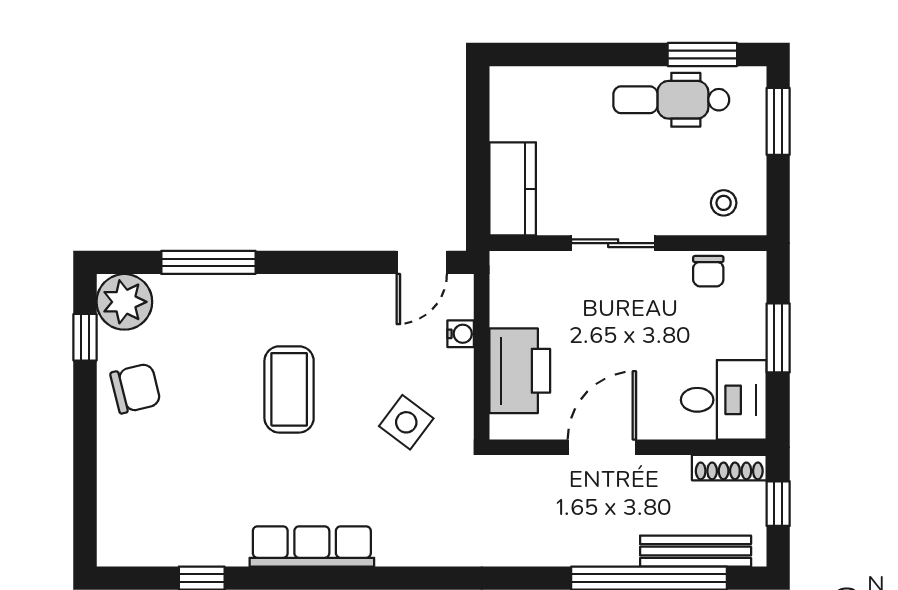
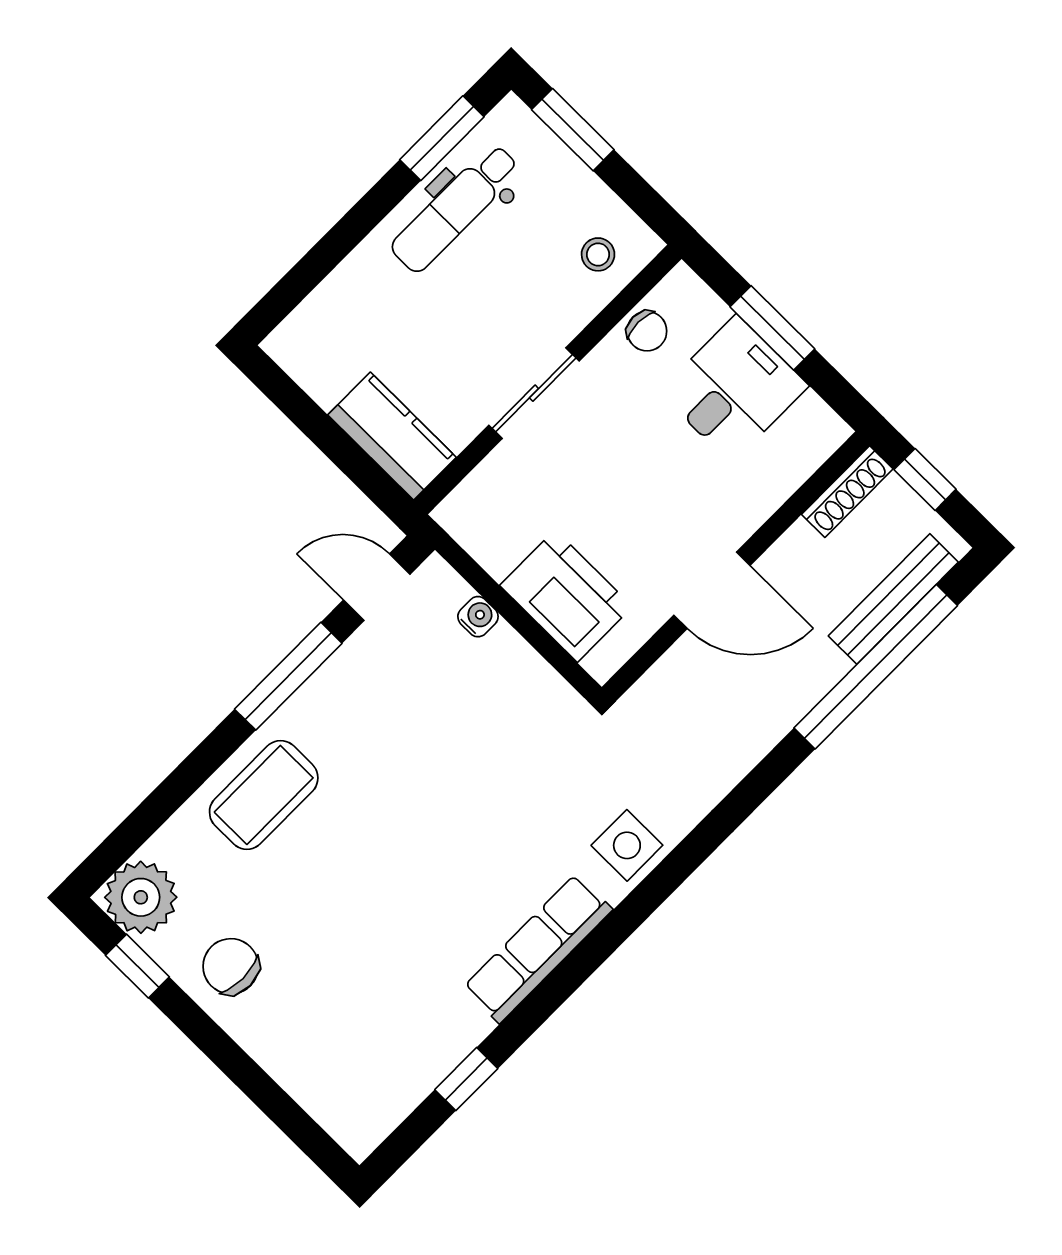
window: (208, 262) -> (288, 676), moved
door: (422, 262) -> (377, 587), swing flipped
chair: (135, 388) -> (231, 966), turned -76
coffee table: (289, 389) -> (264, 795), moved, turned 90
desk: (724, 400) -> (734, 389), moved
side table: (406, 422) -> (627, 845), moved, turned -37
door: (602, 447) -> (712, 590), swing flipped

